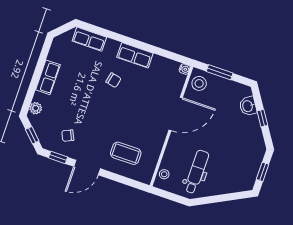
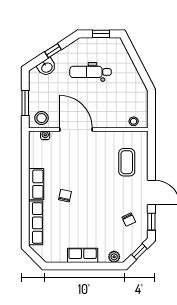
row of seats: (89, 39) -> (36, 223), width x1.48
water cooler: (185, 69) -> (45, 135), moved
dental chair: (197, 172) -> (90, 72), moved

